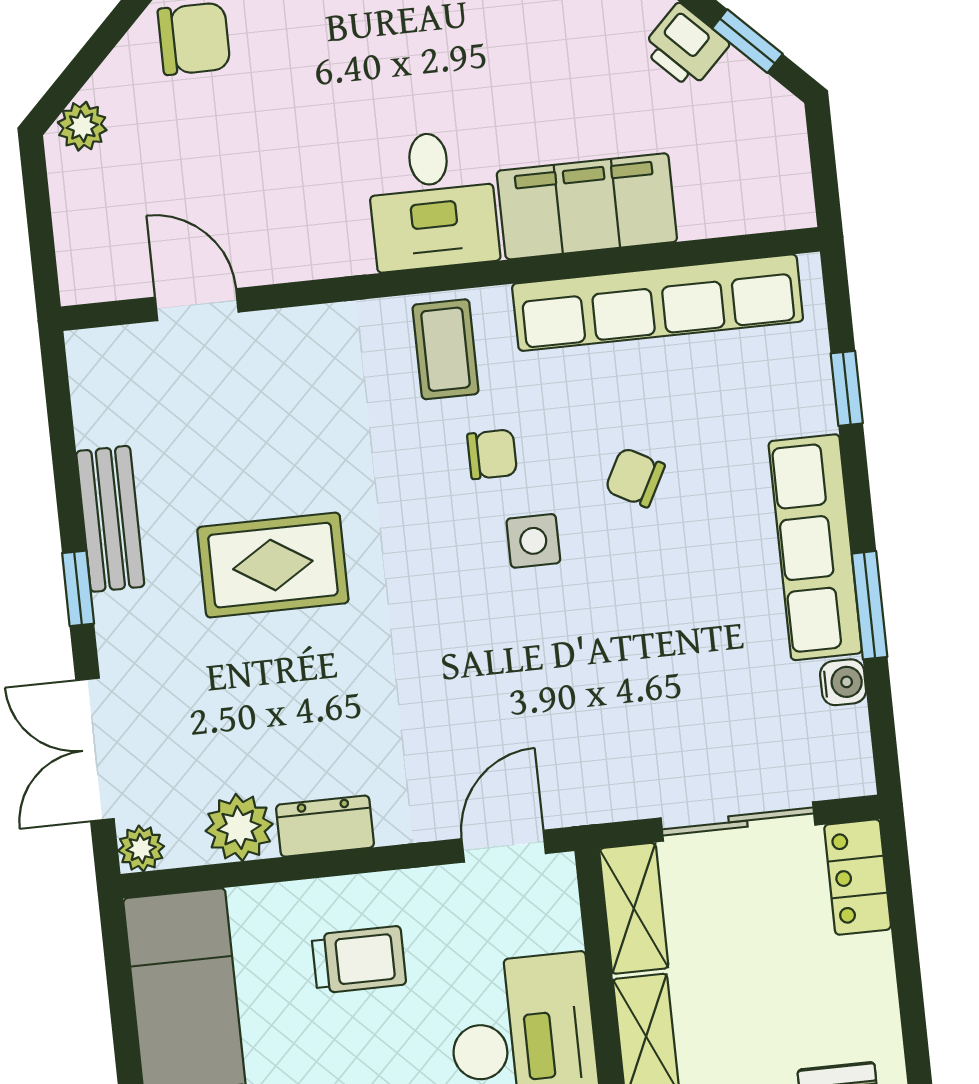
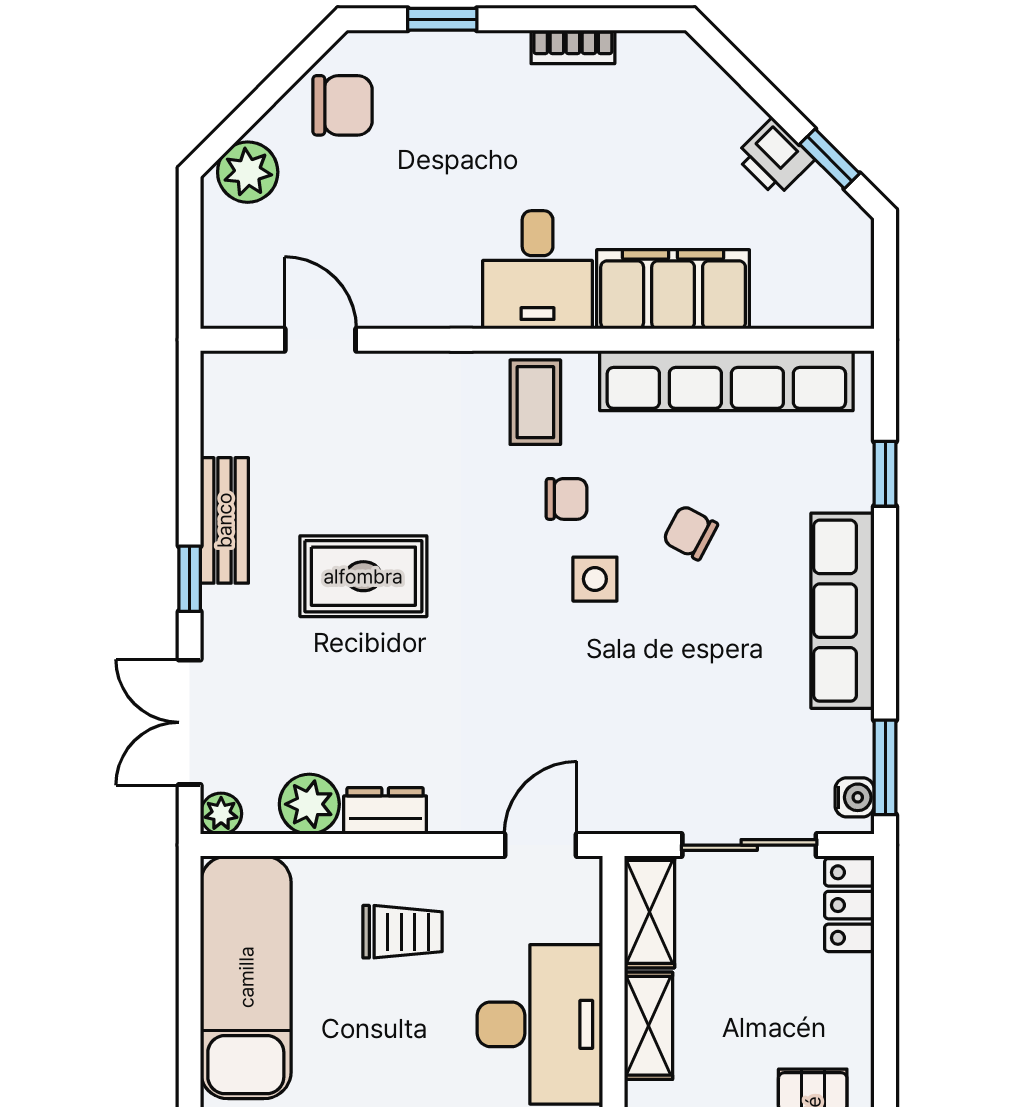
plant: (82, 126) -> (248, 172), width x1.38, depth x1.38
window: (870, 605) -> (885, 767), moved
water cooler: (843, 682) -> (855, 797), moved

